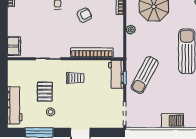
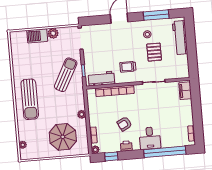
workbench: (116, 74) -> (101, 79), moved, turned -90
plant: (155, 122) -> (53, 33), added

